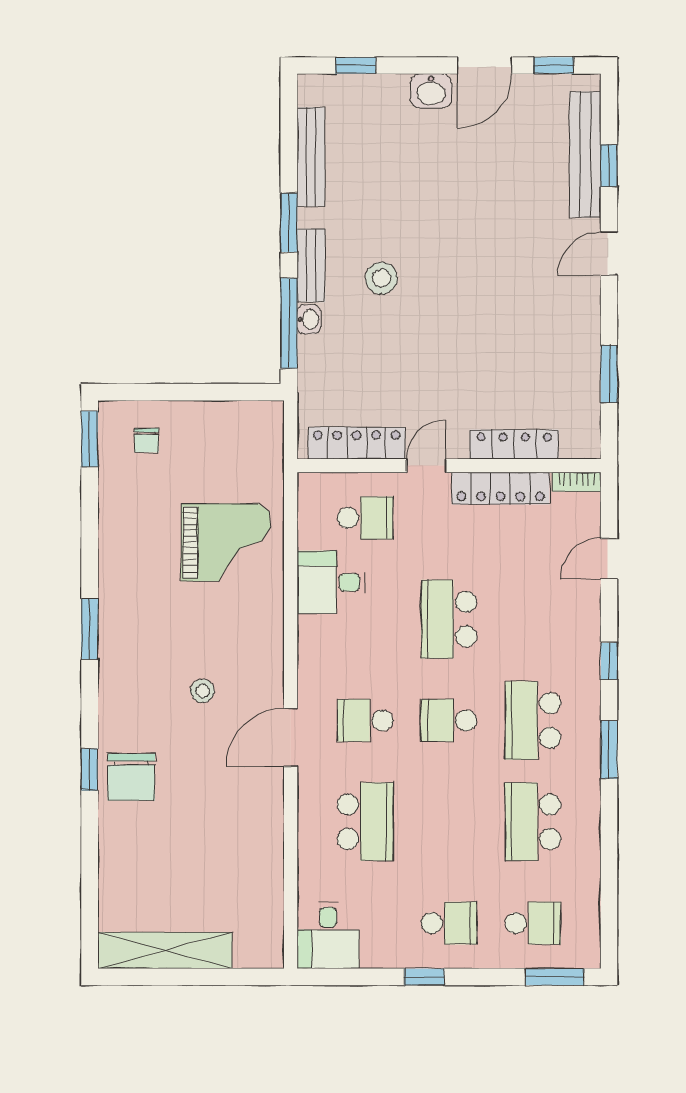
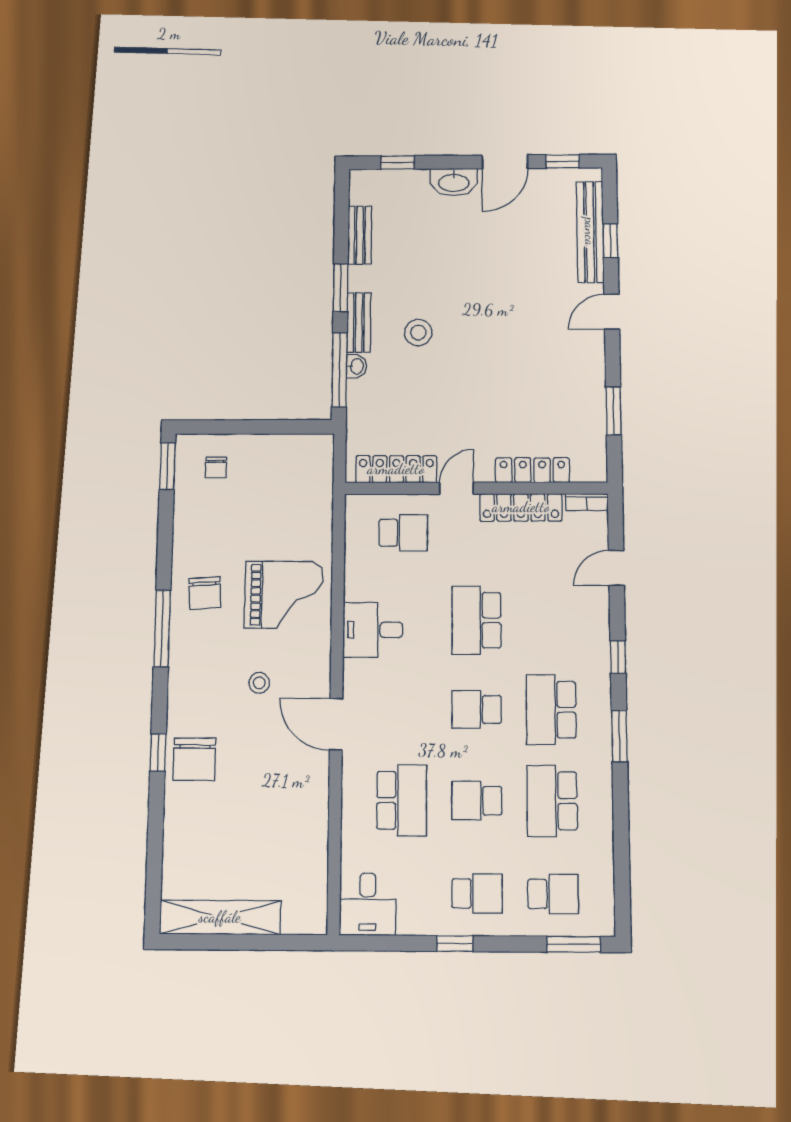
washbasin: (431, 91) -> (454, 182), width x1.38
bench: (311, 157) -> (360, 235), width x0.73
grand piano: (226, 542) -> (284, 595), moved
desk: (331, 582) -> (373, 630), moved
chair: (138, 588) -> (205, 593), added
window: (90, 629) -> (162, 628), width x1.44
school desk: (365, 720) -> (477, 801), moved
door: (291, 737) -> (336, 724), hinge flipped

